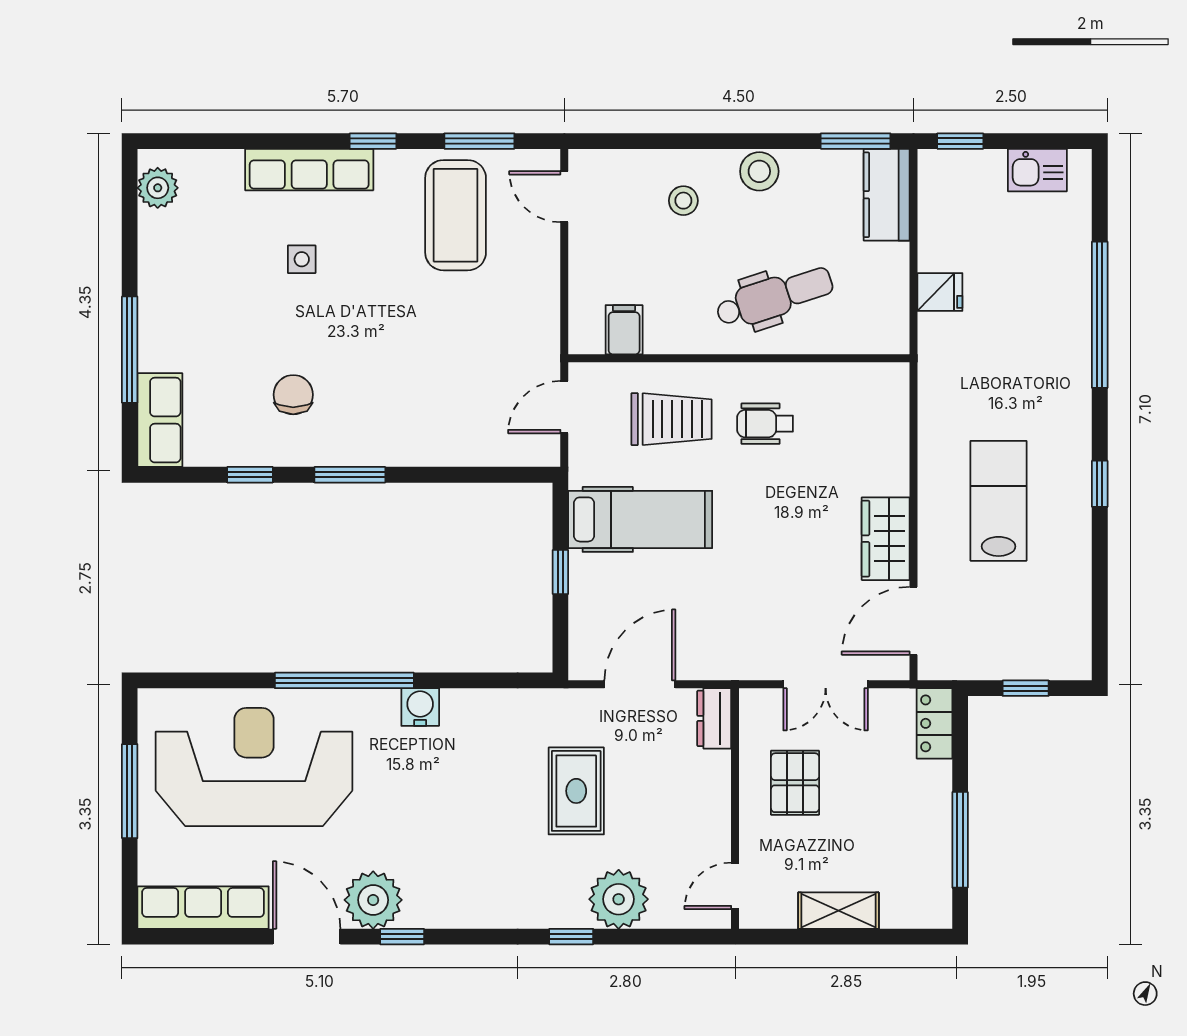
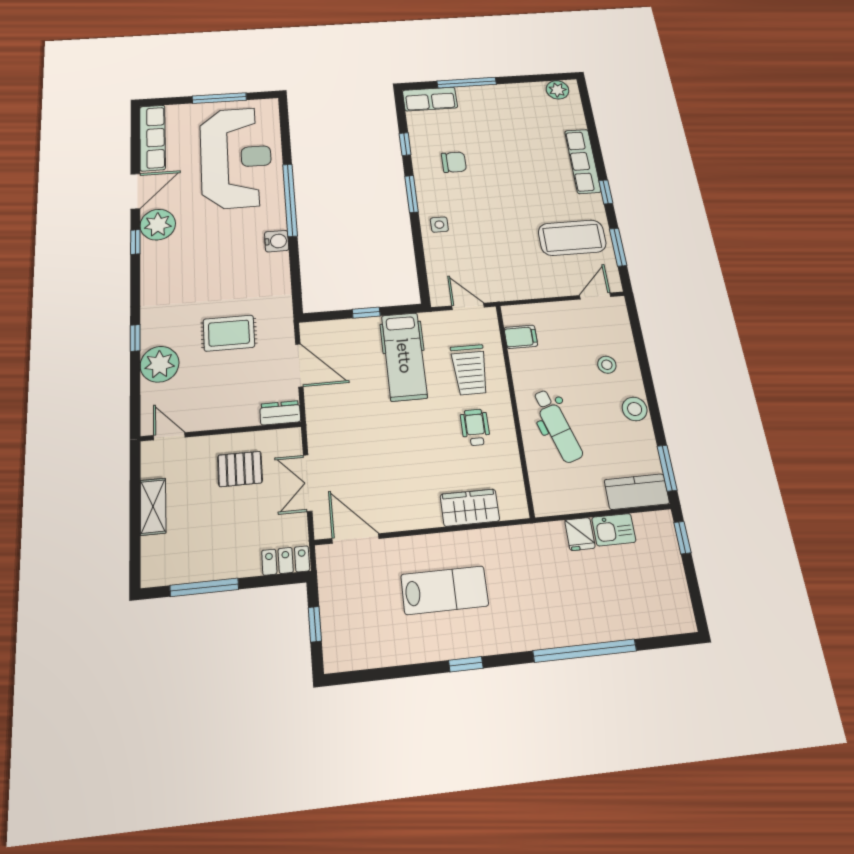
kitchen sink: (1037, 170) -> (614, 530), moved, turned -90
side table: (302, 259) -> (439, 225), moved
wardrobe: (886, 539) -> (470, 508), moved

